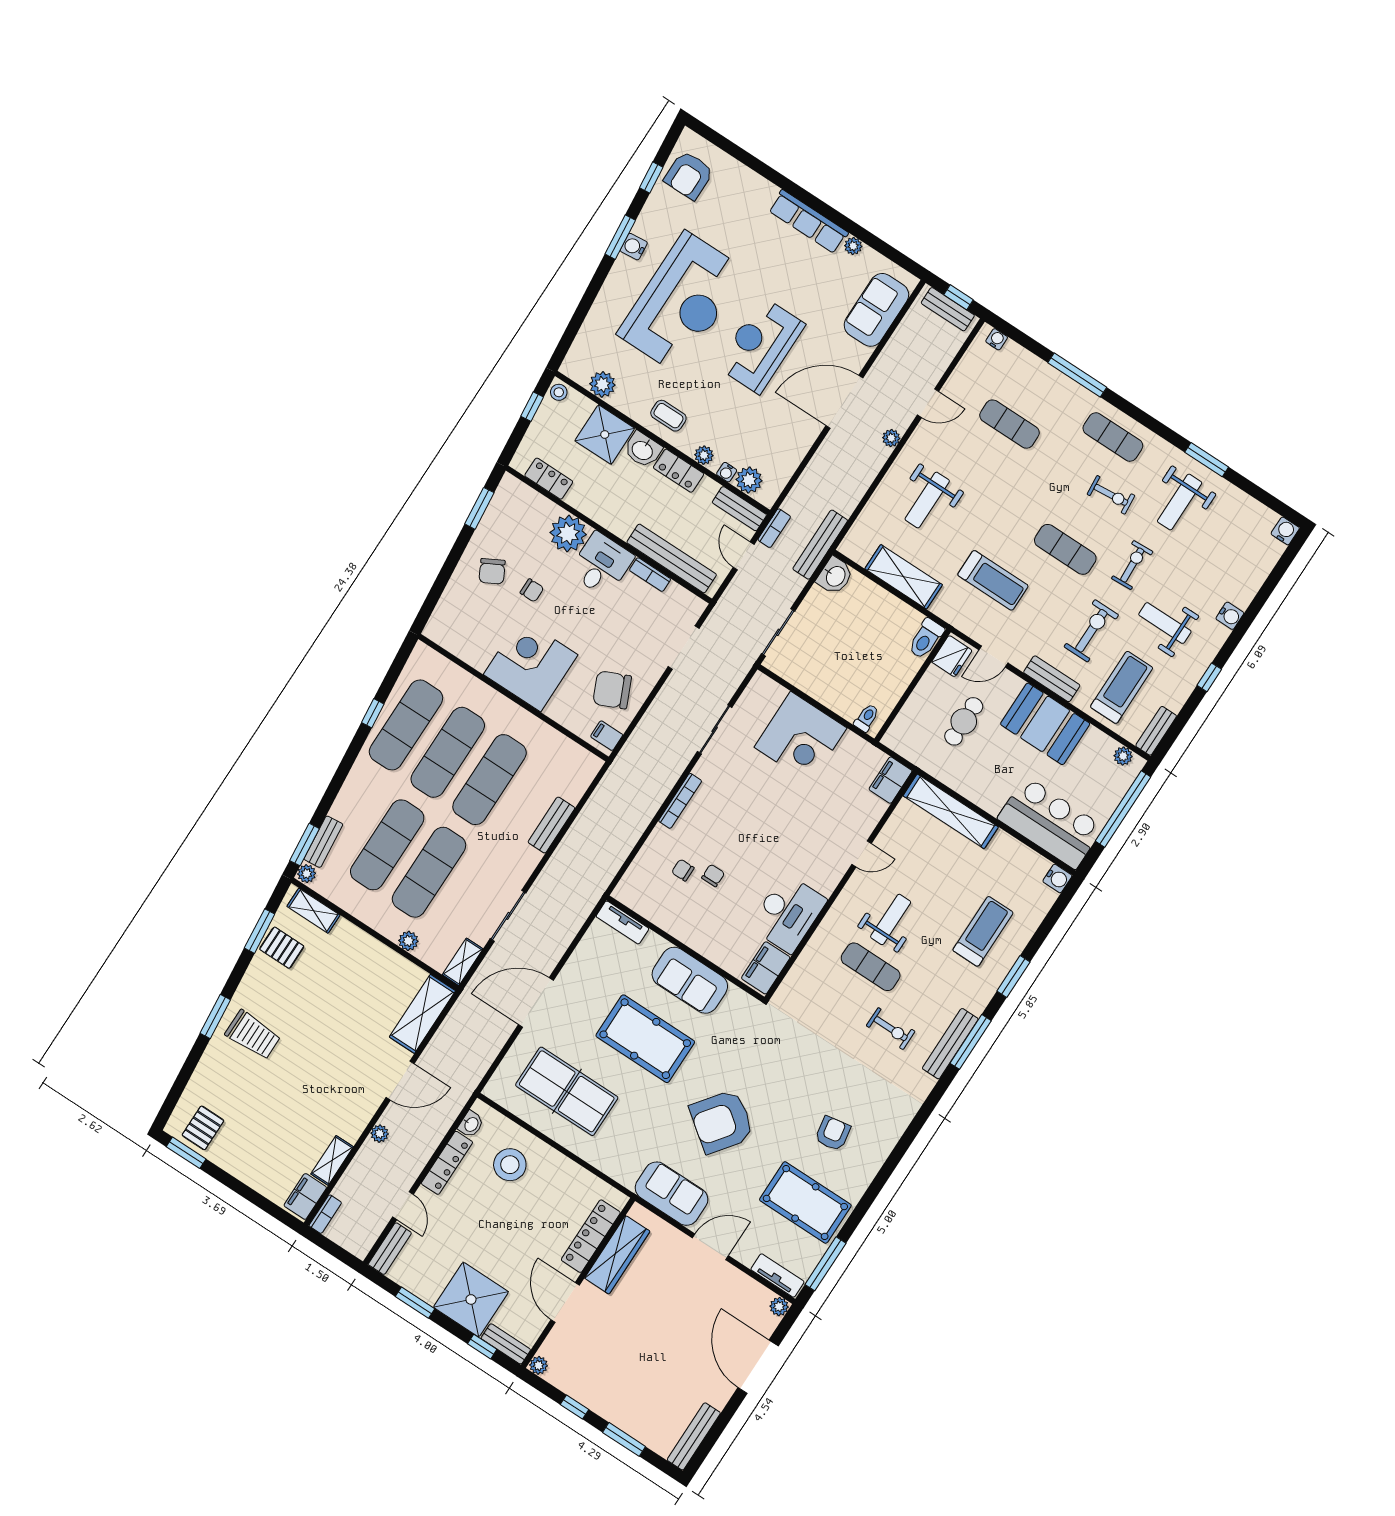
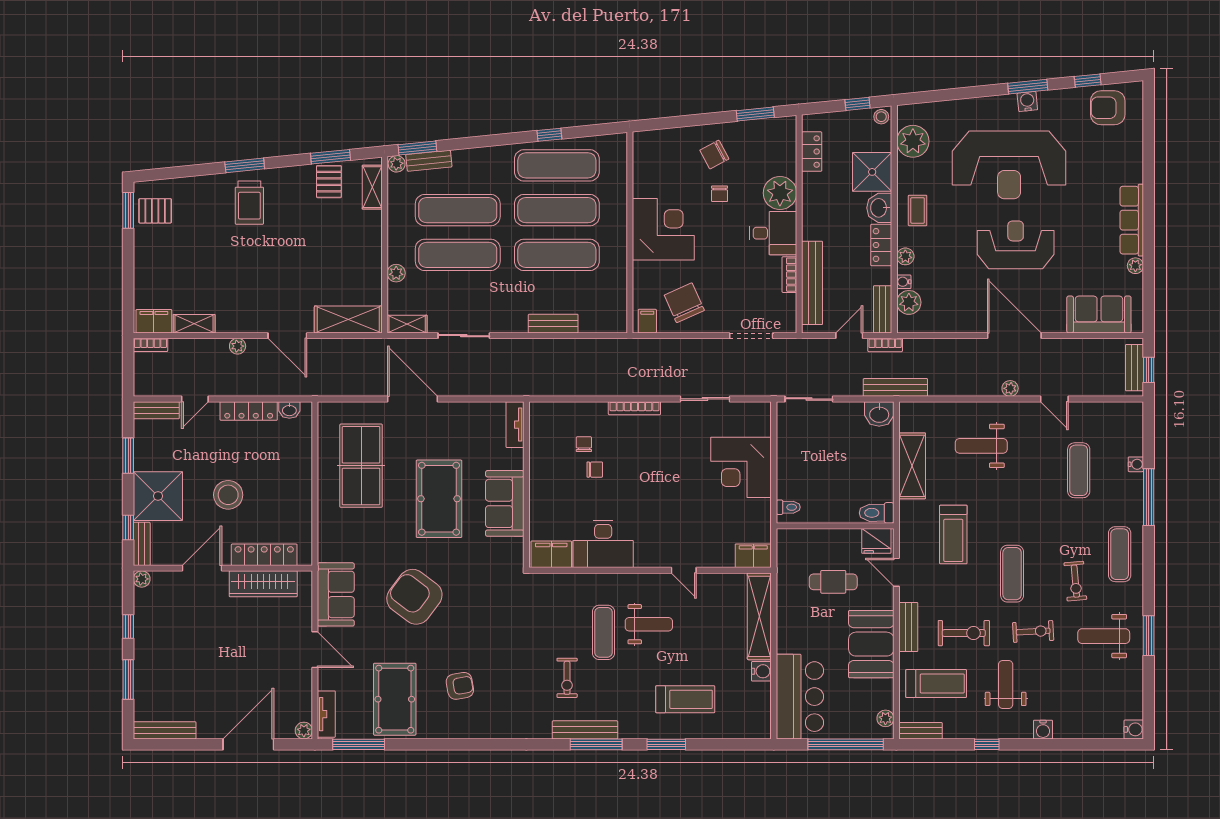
water cooler: (997, 339) -> (1136, 464), moved
plant: (602, 384) -> (913, 141), width x1.36, depth x1.36
water cooler: (1057, 878) -> (761, 671), moved, turned -90
stool: (510, 1165) -> (228, 495), moved

